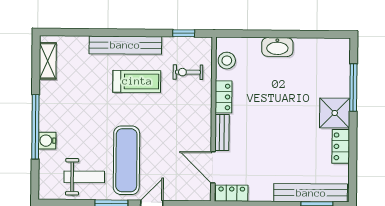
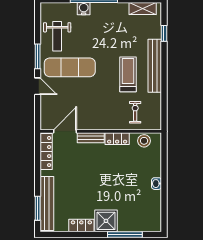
window: (184, 33) -> (164, 33), moved
washbasin: (277, 47) -> (157, 184), width x0.52, depth x0.69
treadmill: (137, 81) -> (128, 74), turned 180
locker: (232, 193) -> (46, 152), width x1.53

